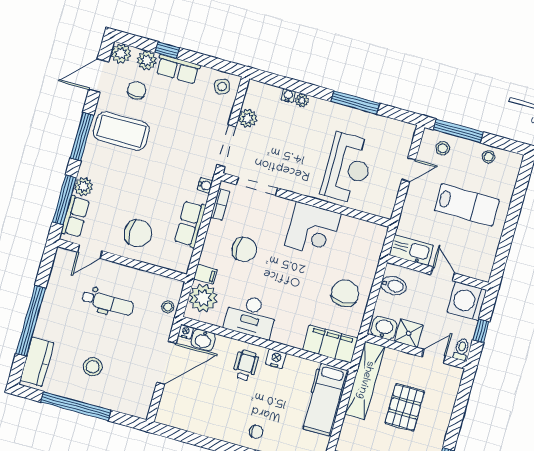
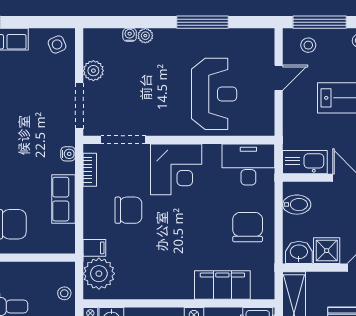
corner desk: (313, 230) -> (176, 169), moved
desk: (251, 316) -> (248, 164), moved, turned 180
filing cabinet: (330, 344) -> (222, 285), moved

